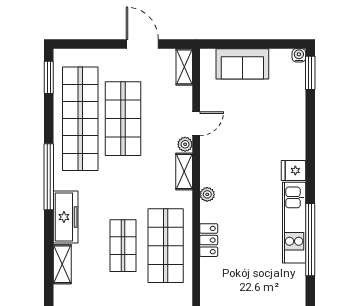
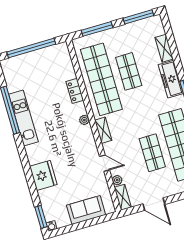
shop shelf: (123, 119) -> (152, 153), width x0.70, depth x0.74
door: (196, 124) -> (105, 163), swing flipped
plant: (185, 144) -> (117, 180), moved
fridge: (293, 171) -> (43, 175), moved, width x1.88, depth x1.34
shop shelf: (166, 246) -> (101, 79), width x1.40

